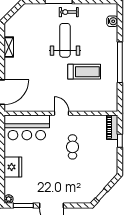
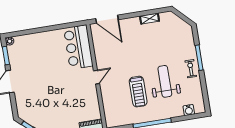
weight bench: (65, 40) -> (165, 81), moved, turned -90
cafe table: (73, 147) -> (67, 92), removed
fridge: (13, 167) -> (40, 40), removed

